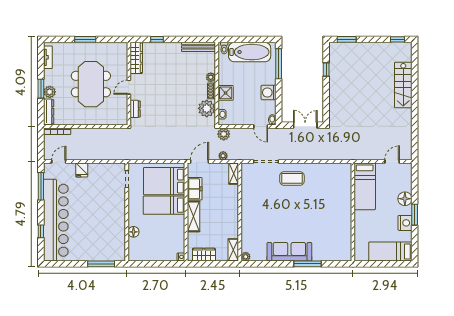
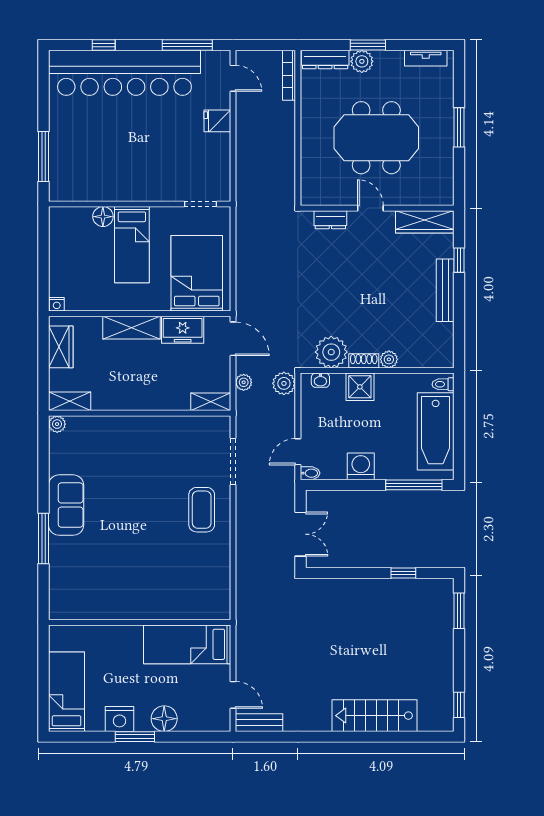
bench: (198, 47) -> (445, 290), moved
bench: (407, 147) -> (259, 723), added
bed: (164, 205) -> (132, 245), moved, turned 180
sofa: (289, 252) -> (66, 505), width x0.73

